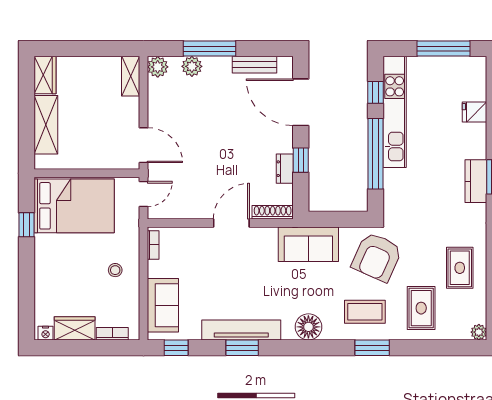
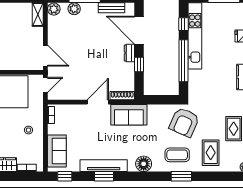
dresser: (285, 169) -> (129, 53), moved
sofa: (308, 244) -> (129, 115), moved

